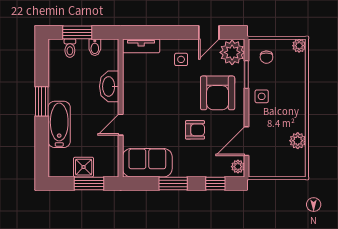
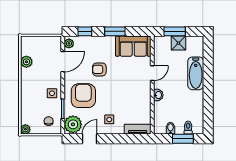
washbasin: (109, 86) -> (158, 95), width x0.52, depth x0.69
window: (42, 101) -> (208, 90), removed

